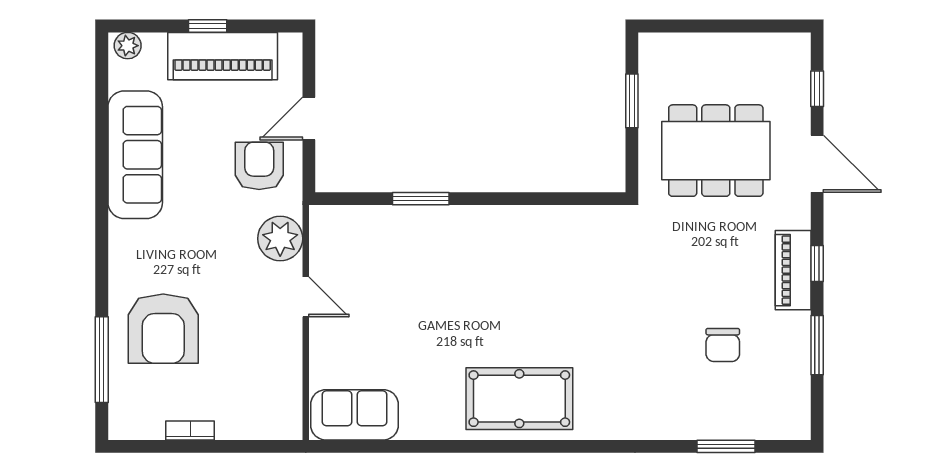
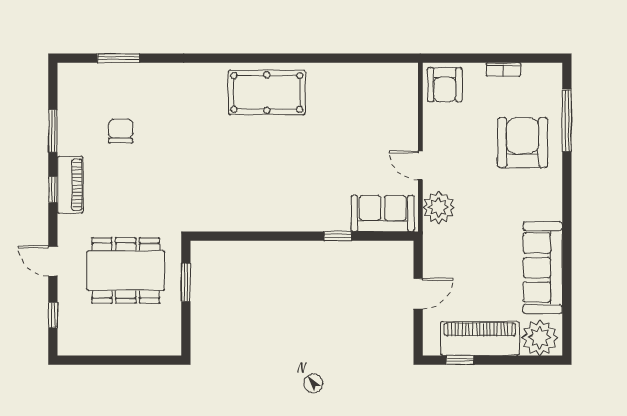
window: (208, 26) -> (460, 360), moved
plant: (128, 46) -> (540, 338), width x1.87, depth x1.87
window: (632, 101) -> (186, 282), moved
door: (817, 164) -> (53, 261), width x0.73
armchair: (259, 166) -> (445, 85), moved
window: (421, 199) -> (338, 236), width x0.67
sofa: (355, 415) -> (383, 213), moved, turned 180

